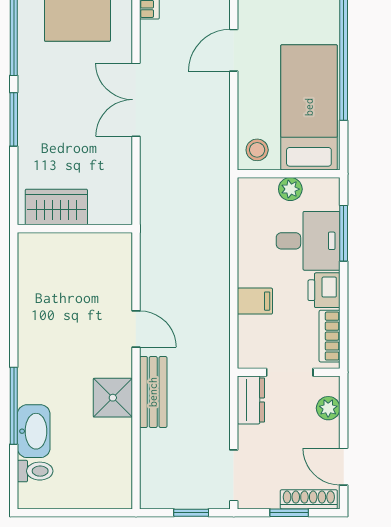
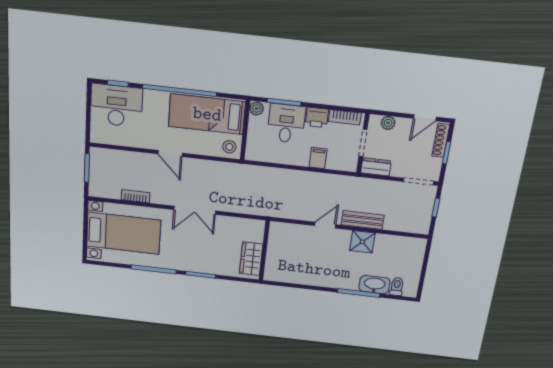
plant: (290, 189) -> (257, 108), moved

